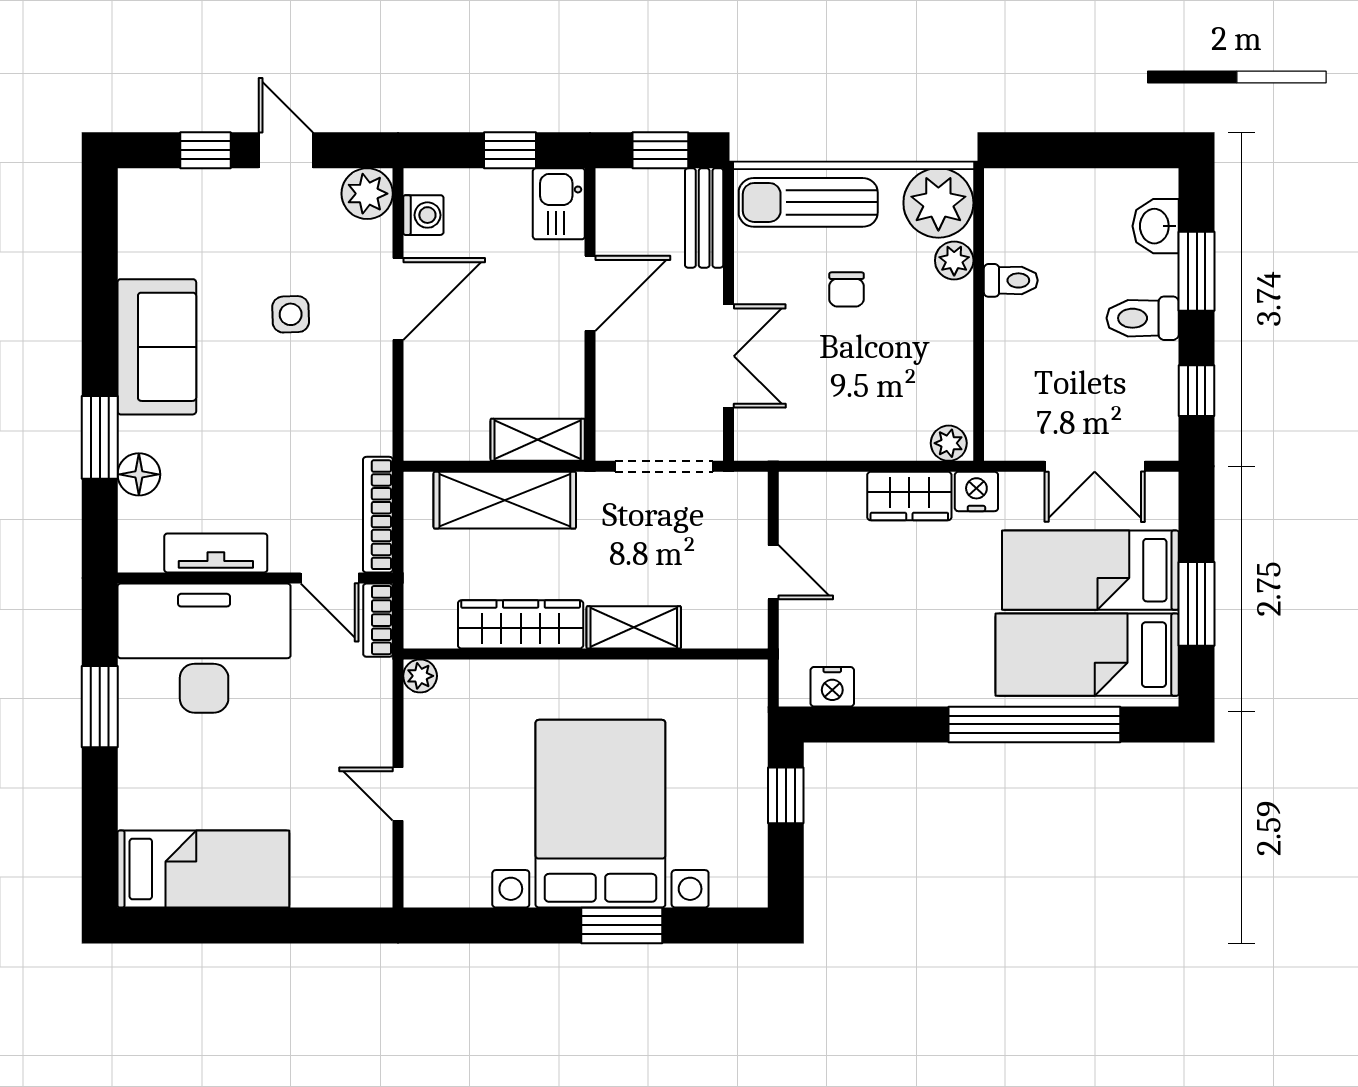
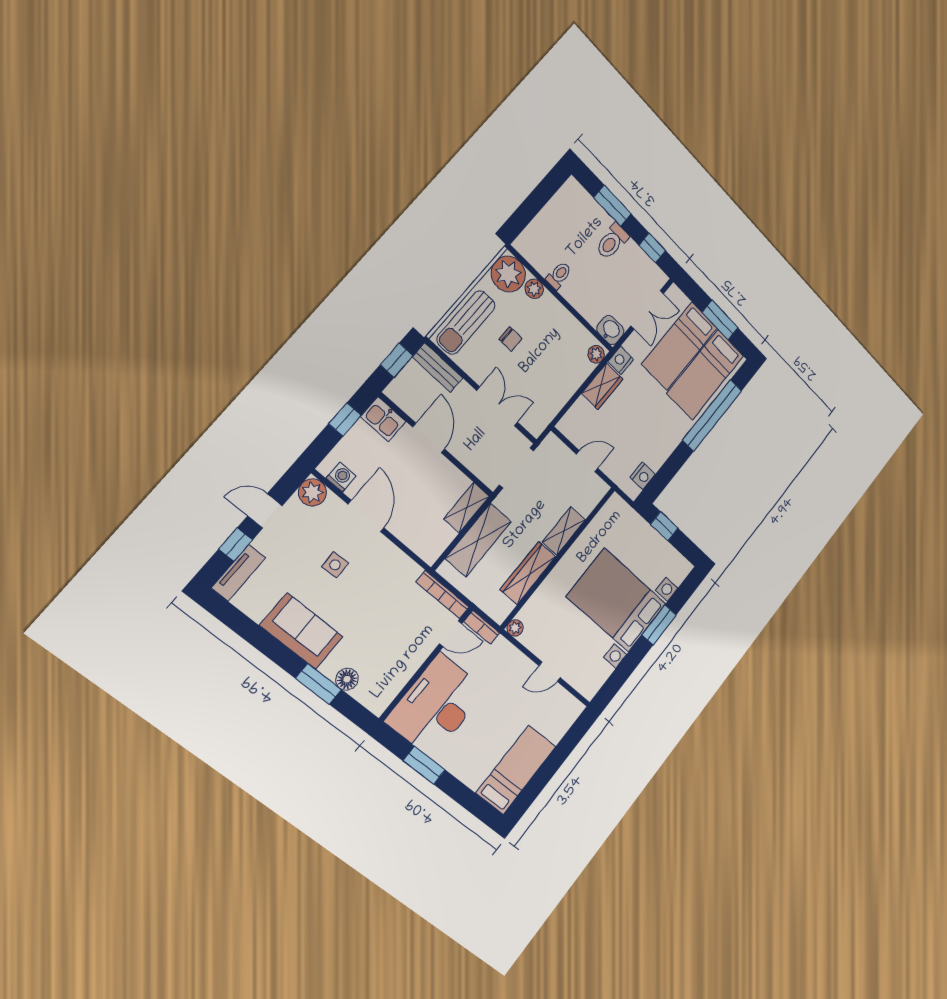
washbasin: (1156, 226) -> (610, 330), moved, turned 180
tv unit: (216, 553) -> (238, 573), moved, turned 180

